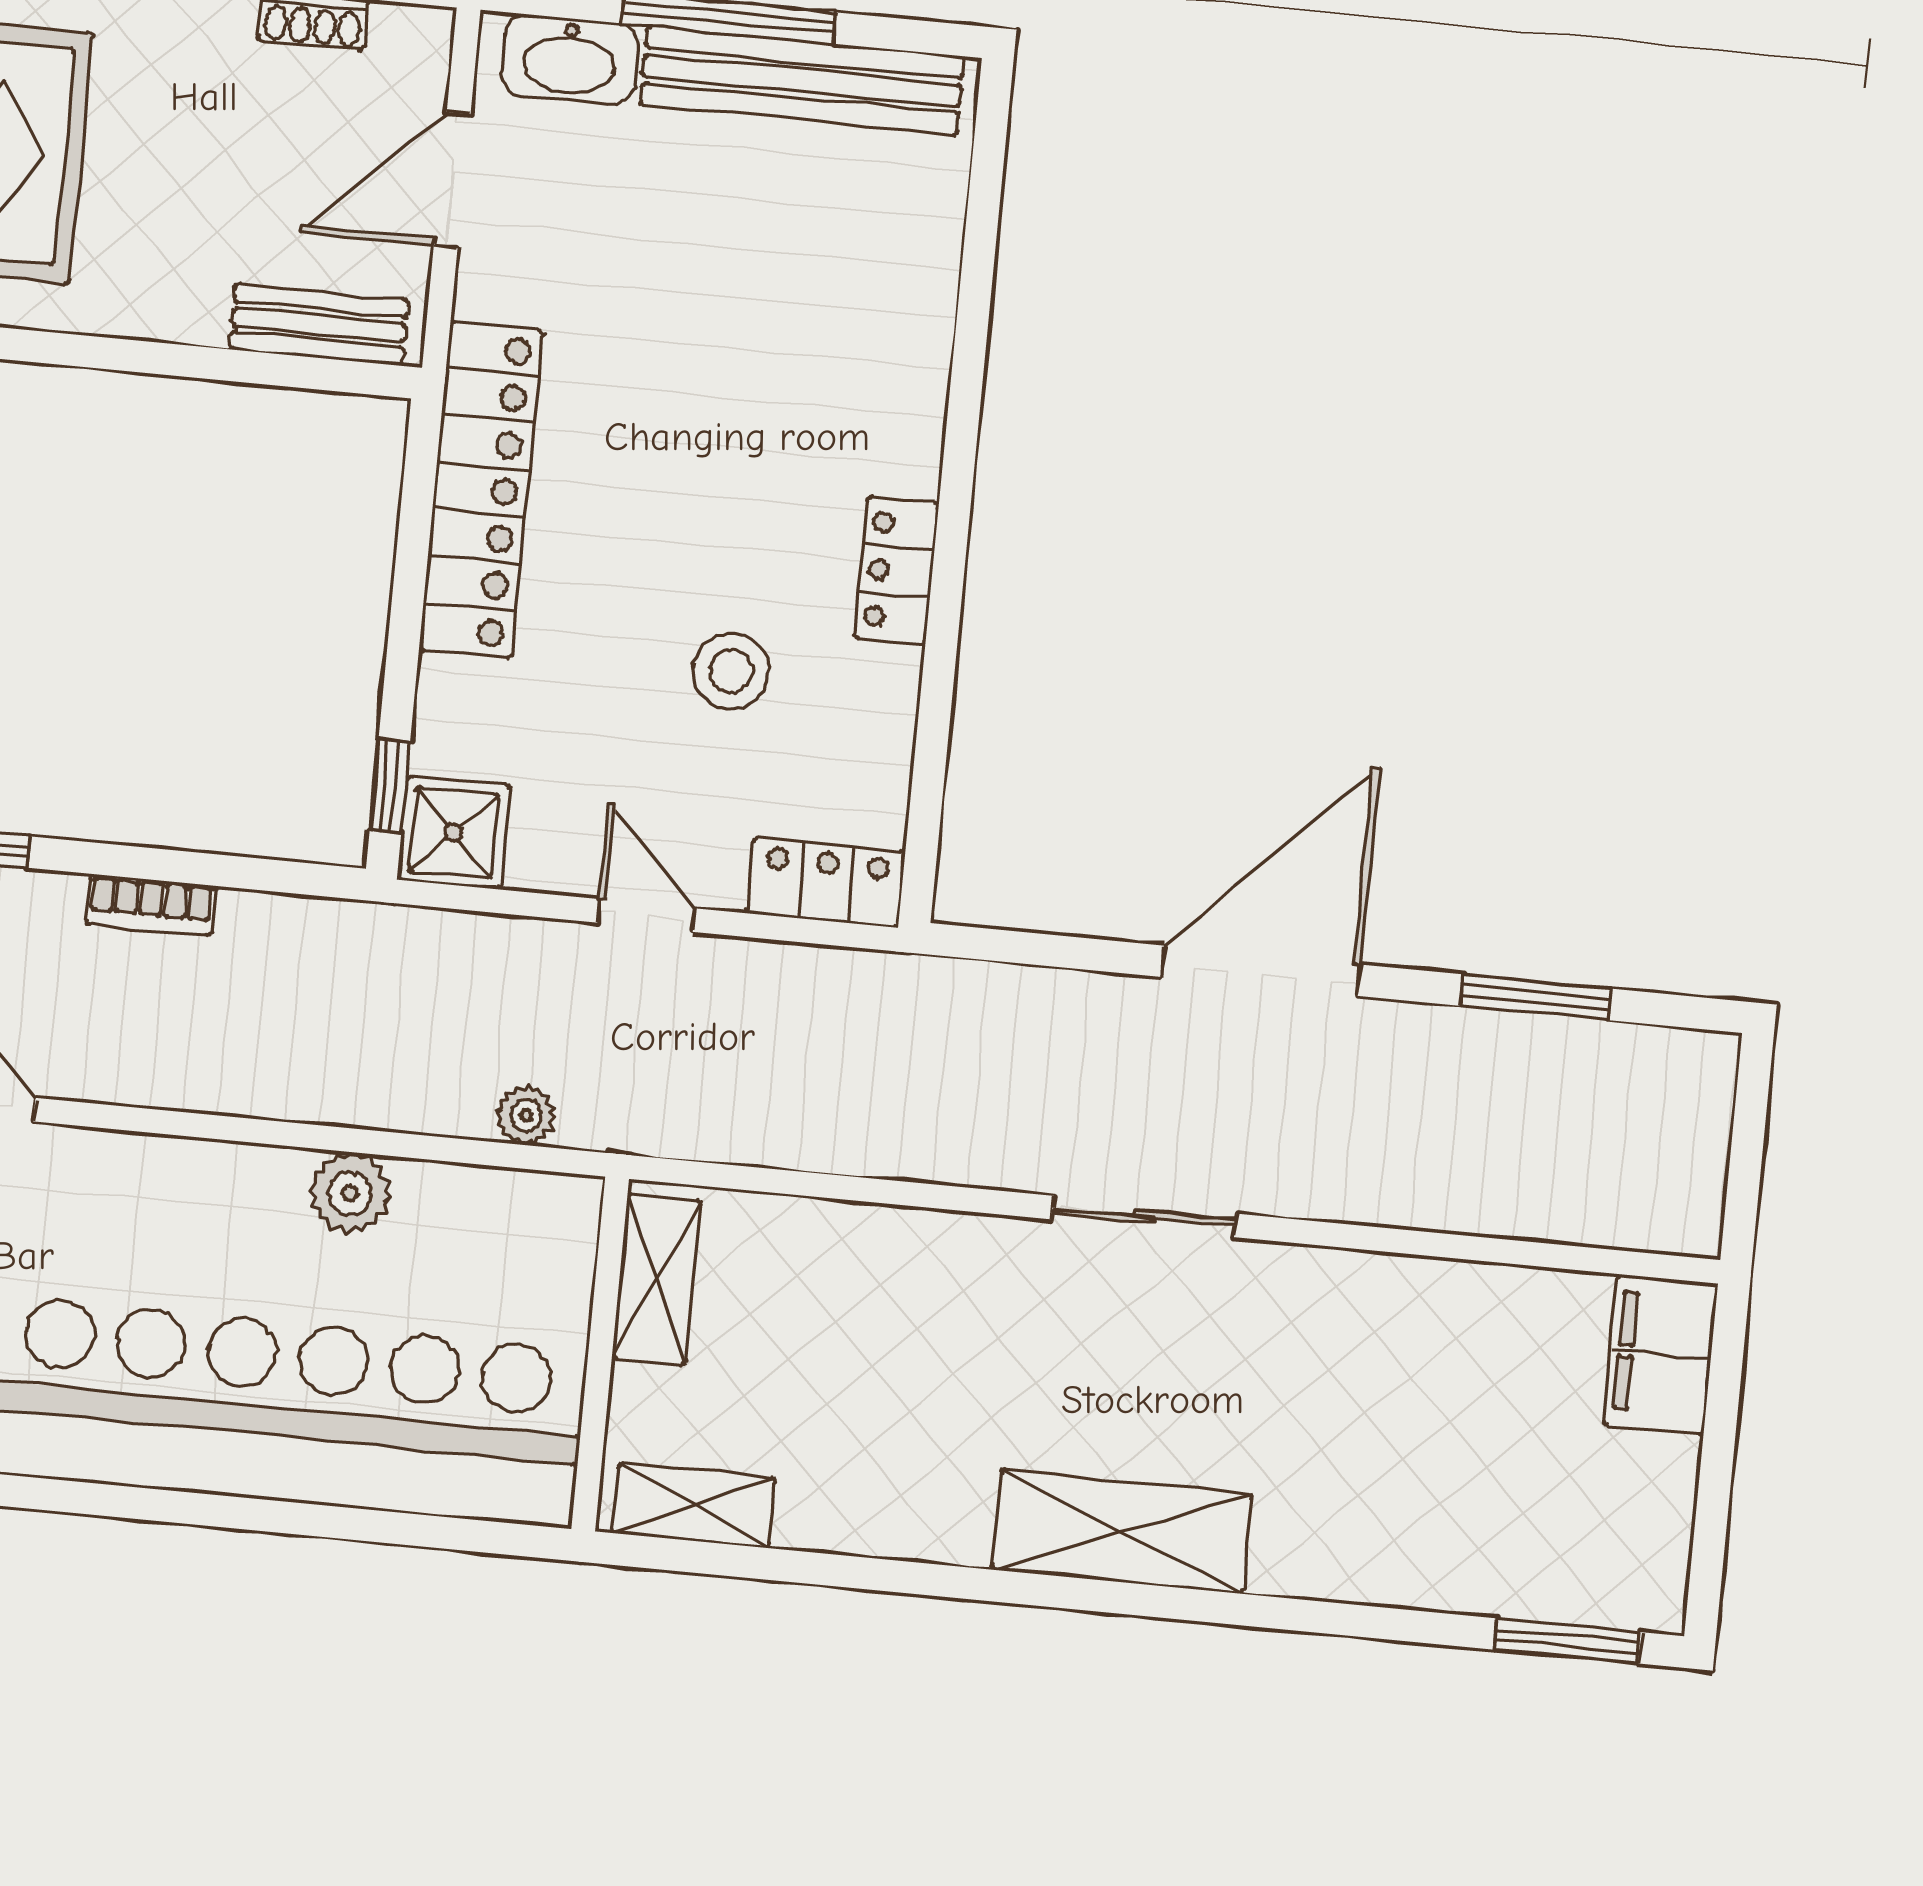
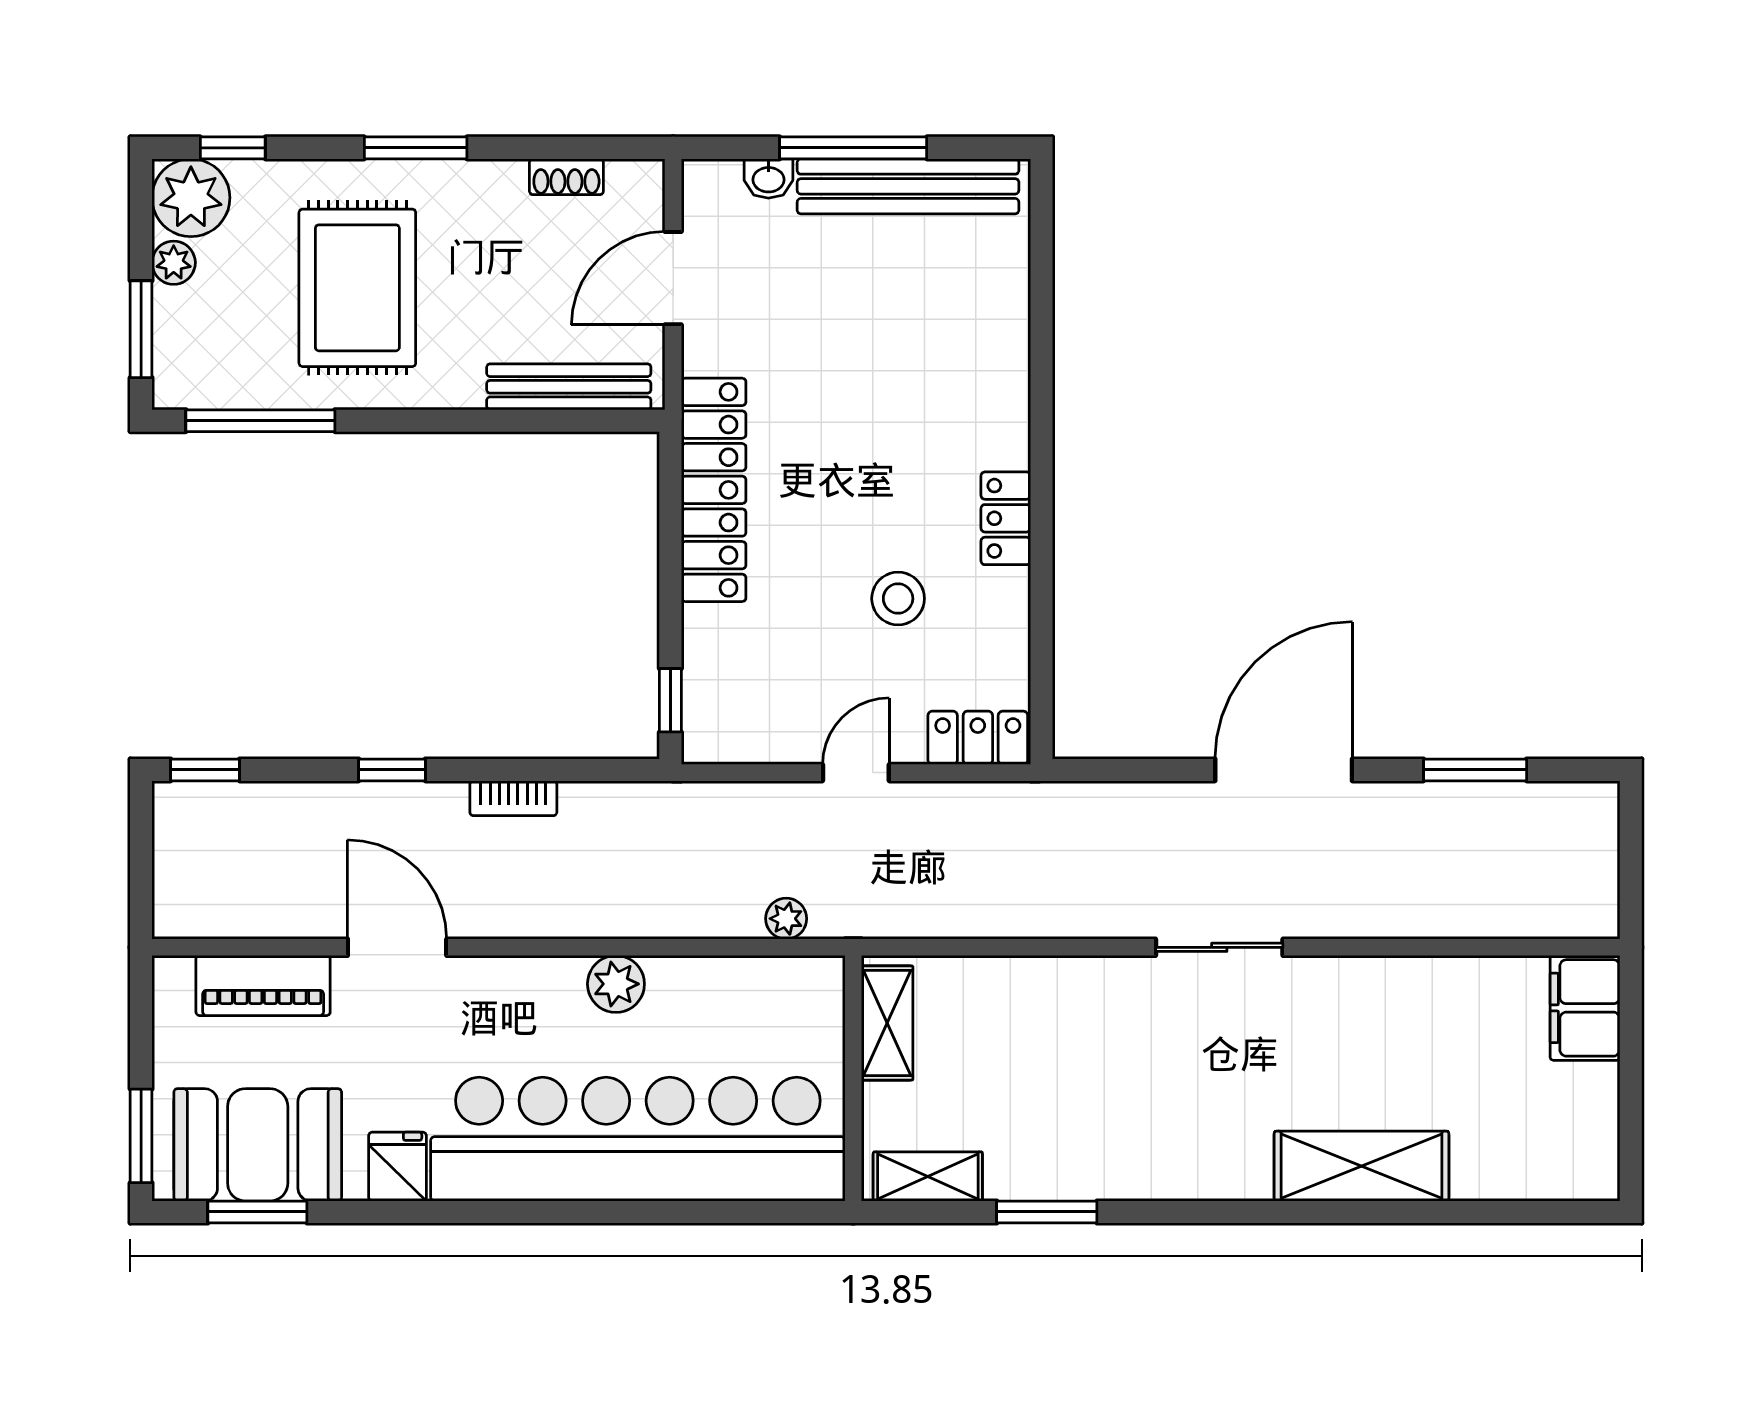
washbasin: (570, 60) -> (768, 178), width x0.52, depth x0.69
bench: (319, 325) -> (569, 387), width x1.36
shower: (454, 833) -> (718, 728), removed
door: (646, 916) -> (856, 773), hinge flipped
plant: (350, 1193) -> (616, 984), moved
shelving: (1122, 1532) -> (1361, 1166), moved
window: (1567, 1641) -> (1047, 1212), moved

